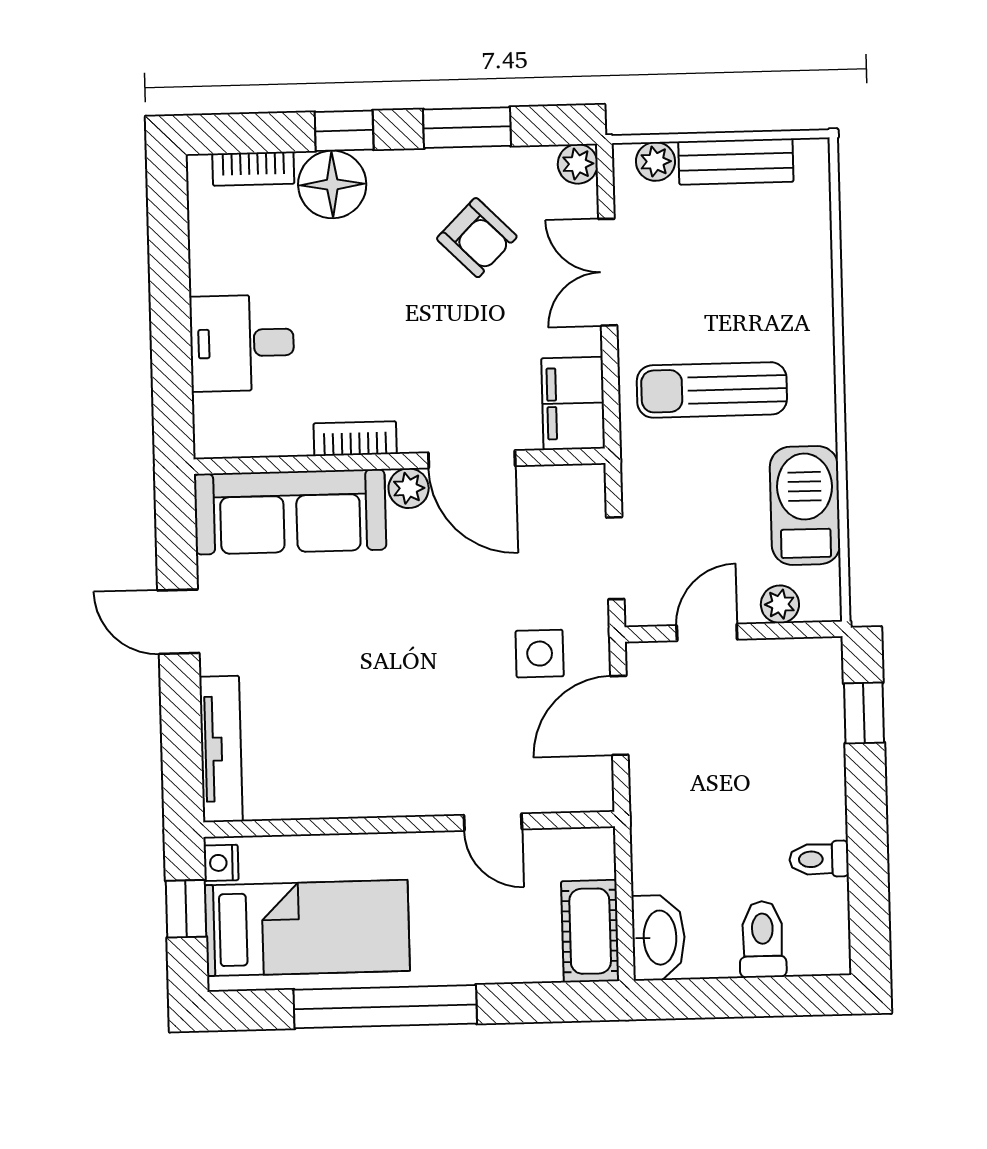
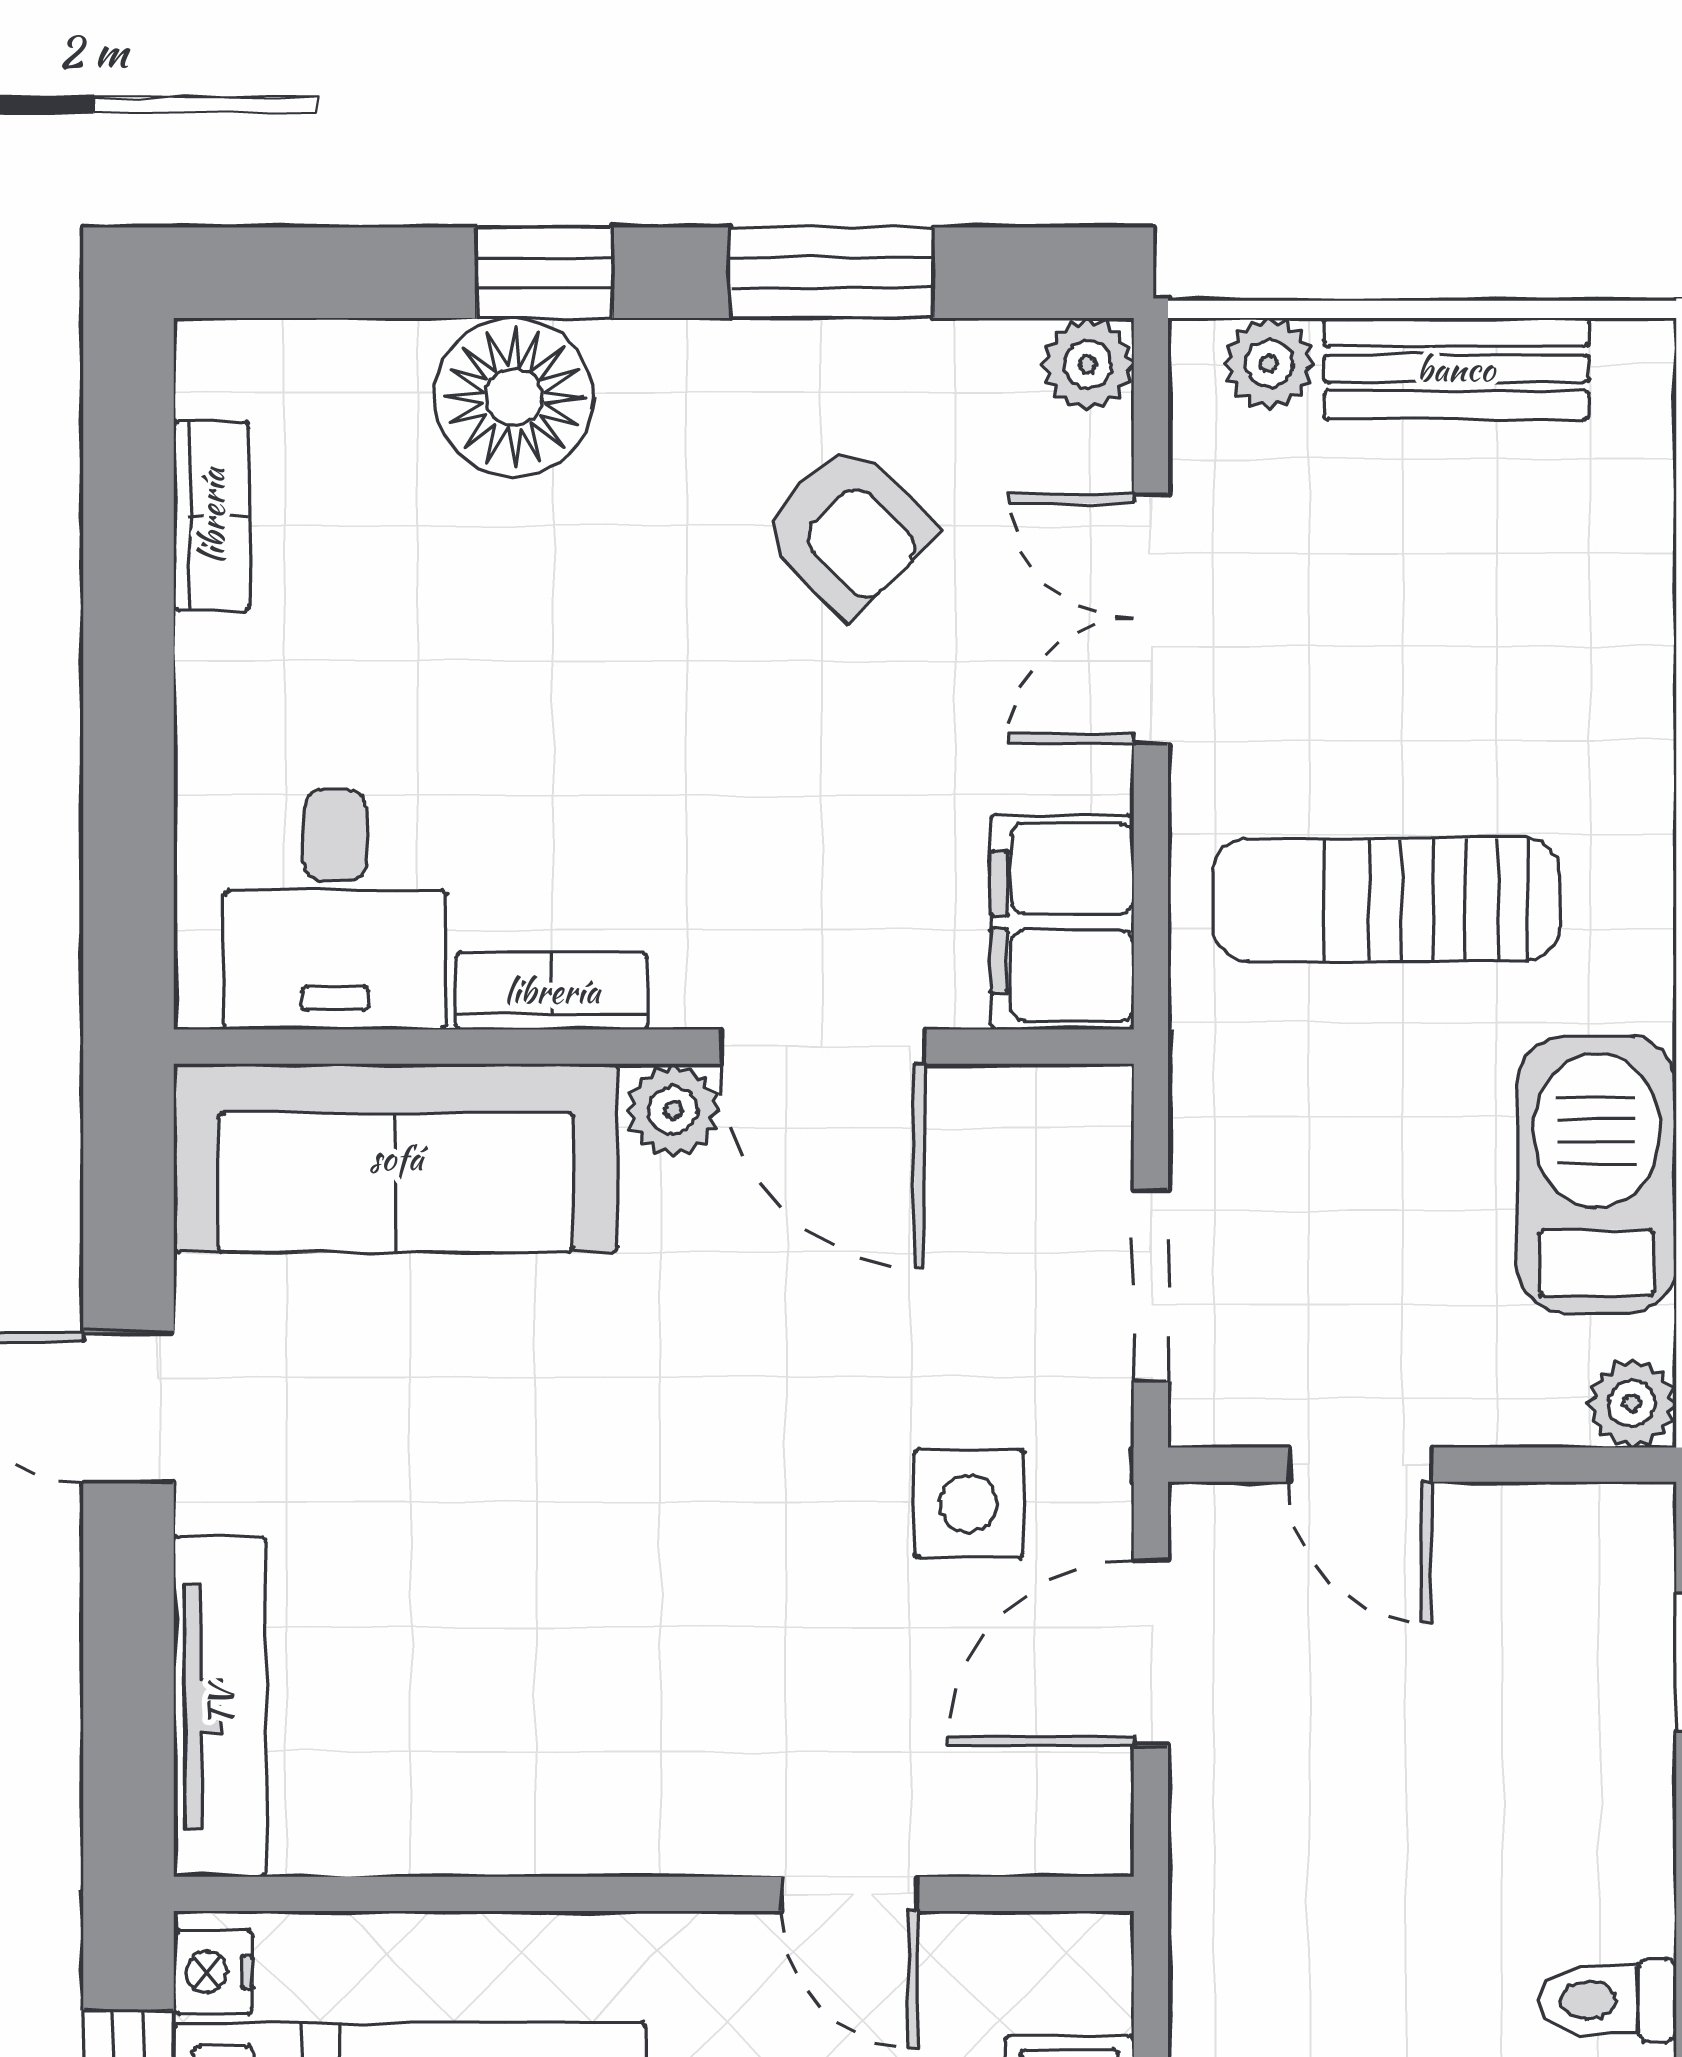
bookcase: (253, 169) -> (212, 516), moved, turned -90
desk: (242, 343) -> (335, 910), moved, turned -90
plant: (780, 604) -> (1632, 1403), moved
door: (707, 632) -> (1360, 1465), swing flipped

